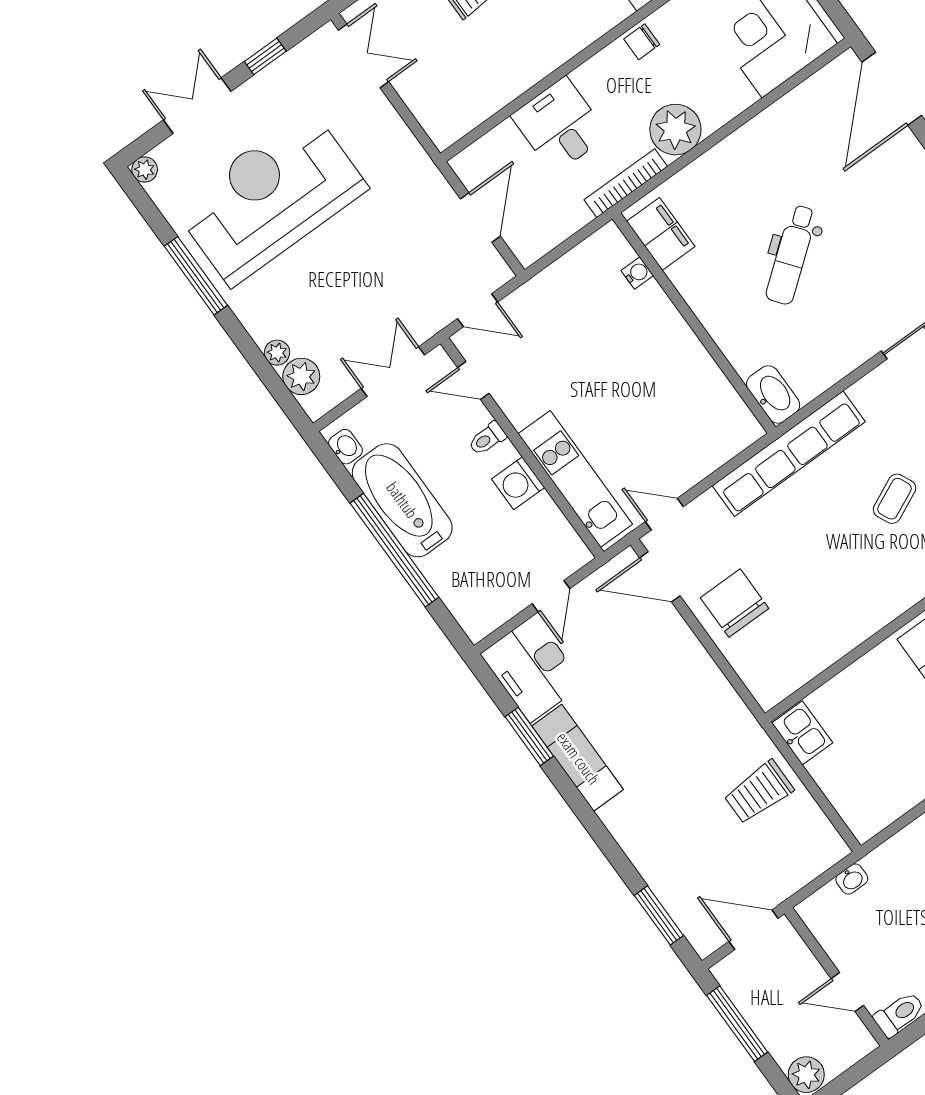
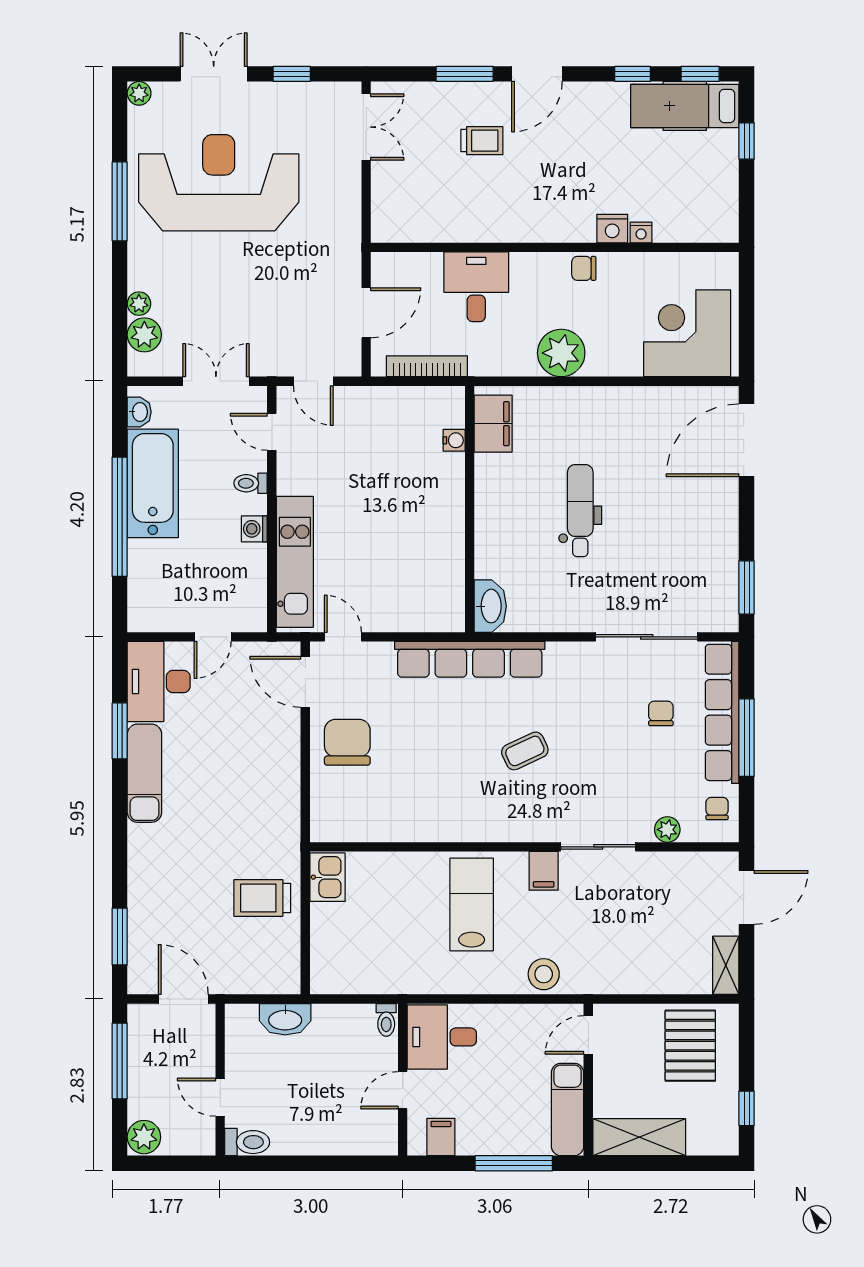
bookcase: (626, 183) -> (427, 366), moved
dental chair: (791, 255) -> (580, 511), turned 128
washing machine: (518, 483) -> (254, 529), width x0.73, depth x0.73
washbasin: (852, 879) -> (285, 1019), width x1.91, depth x1.45

